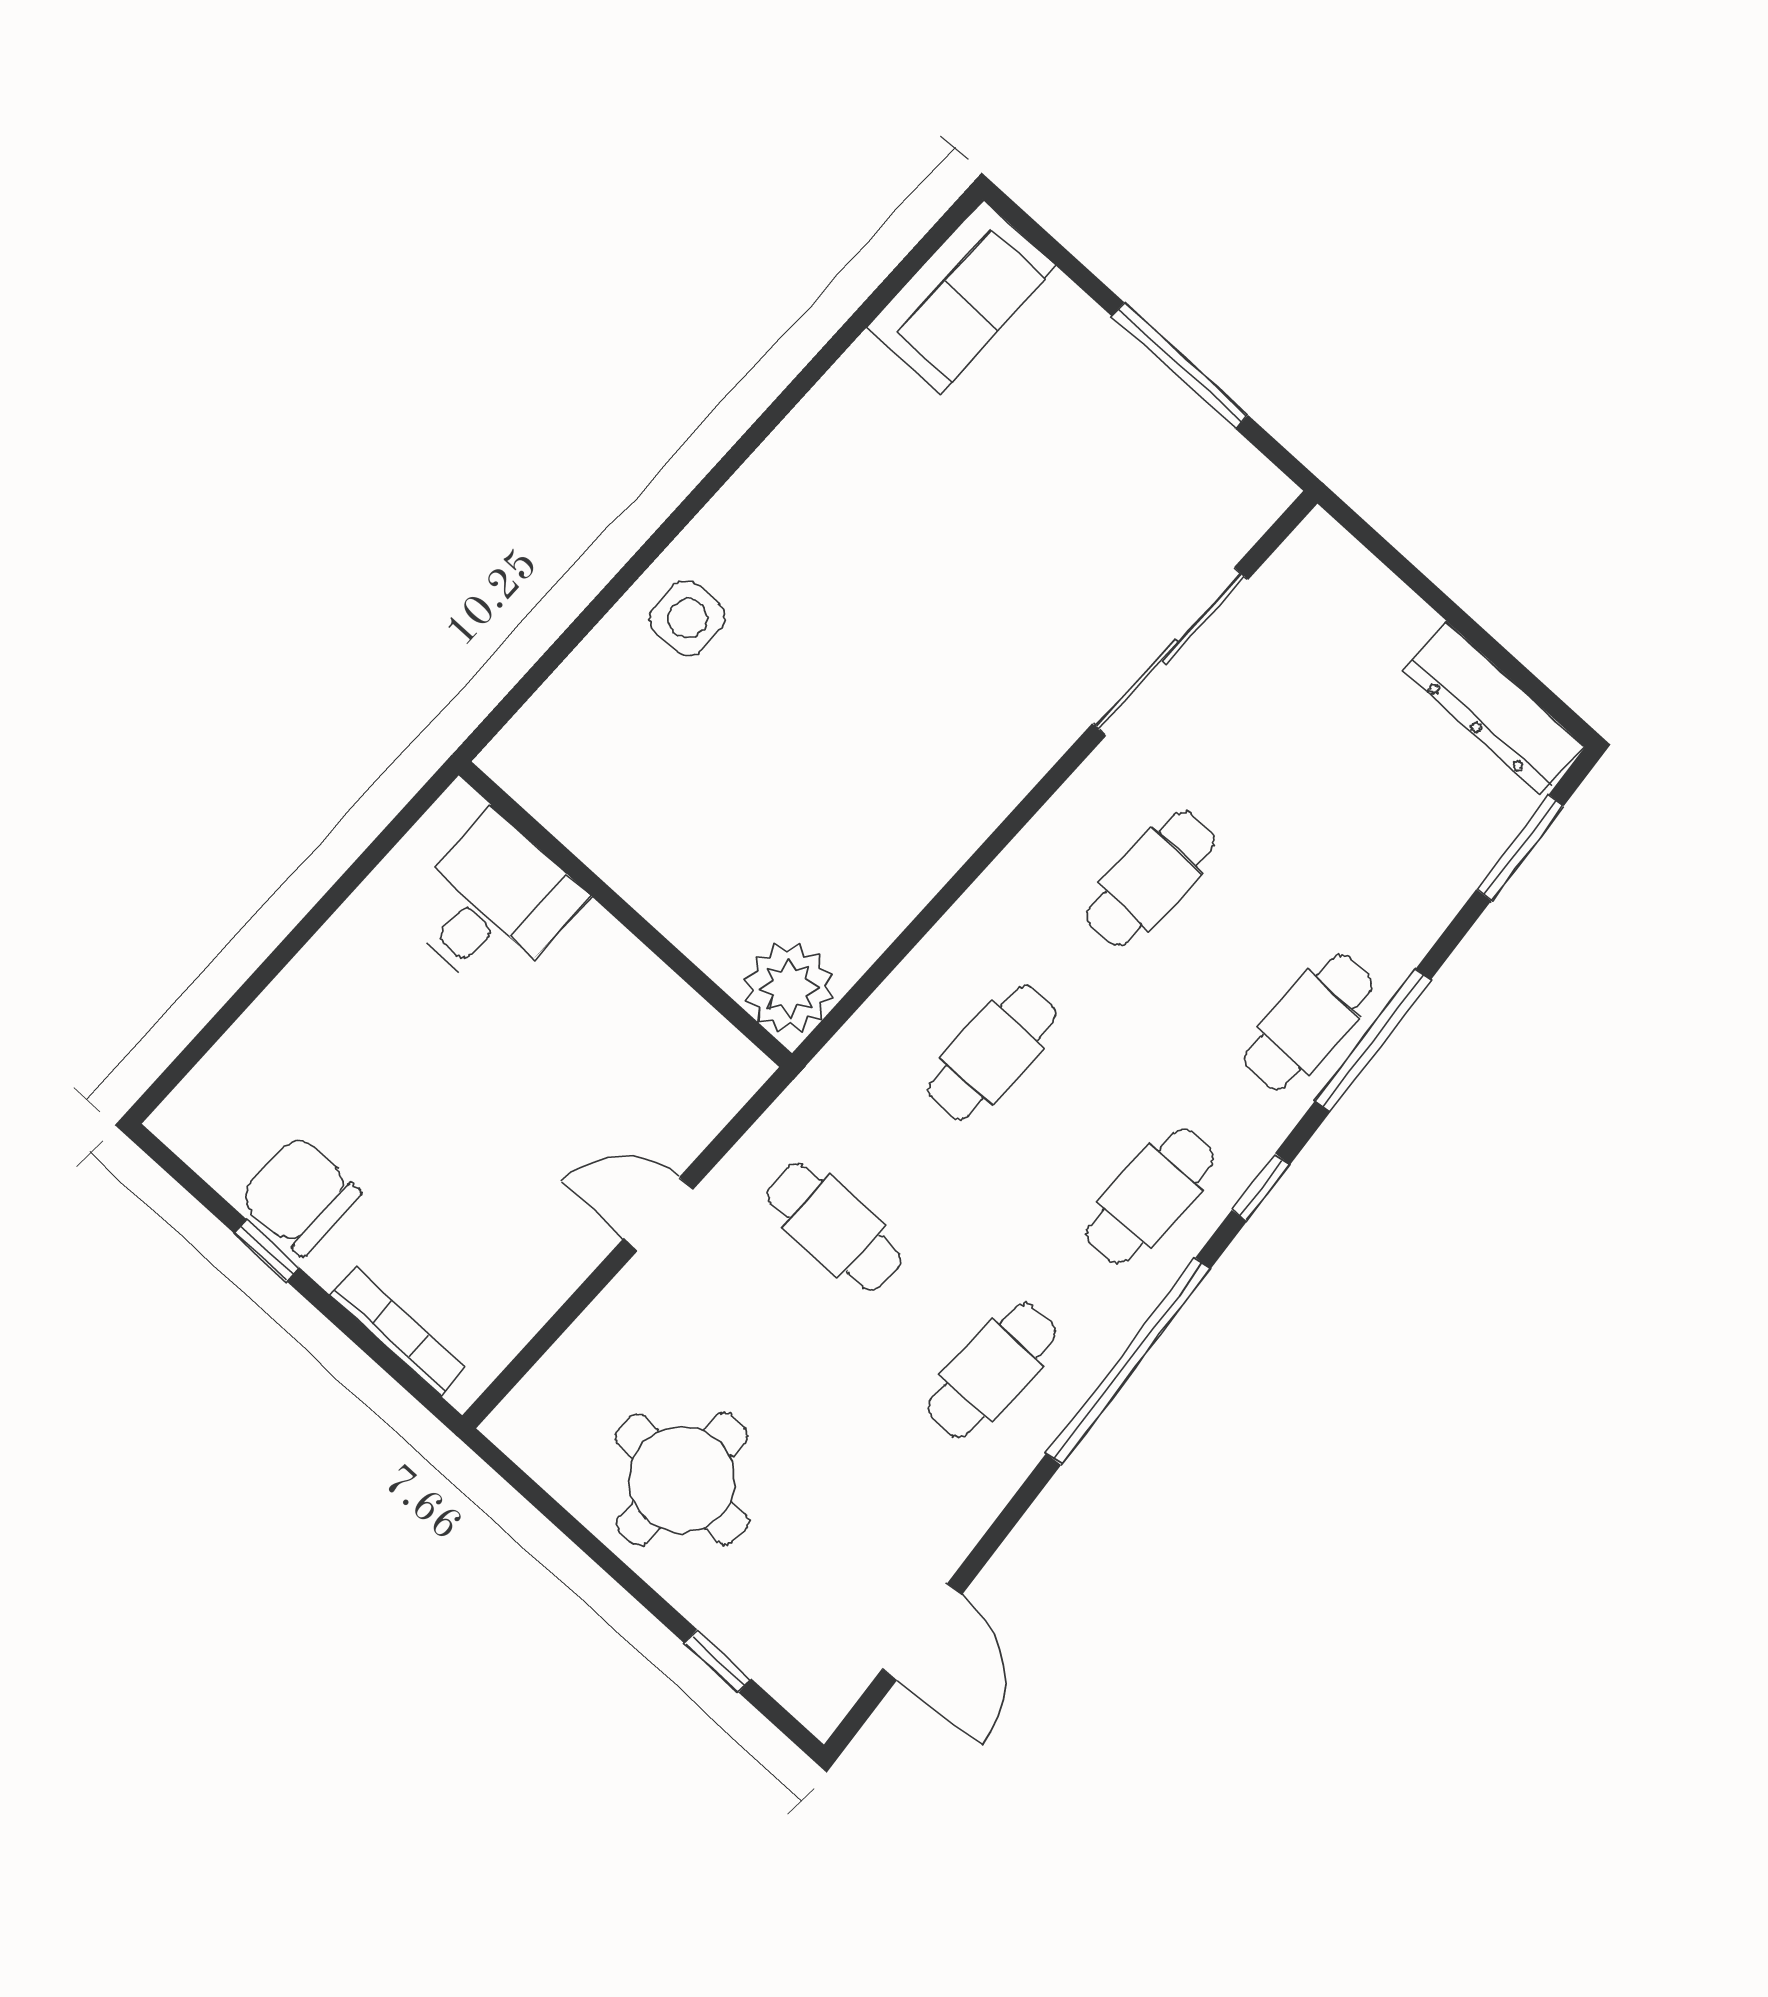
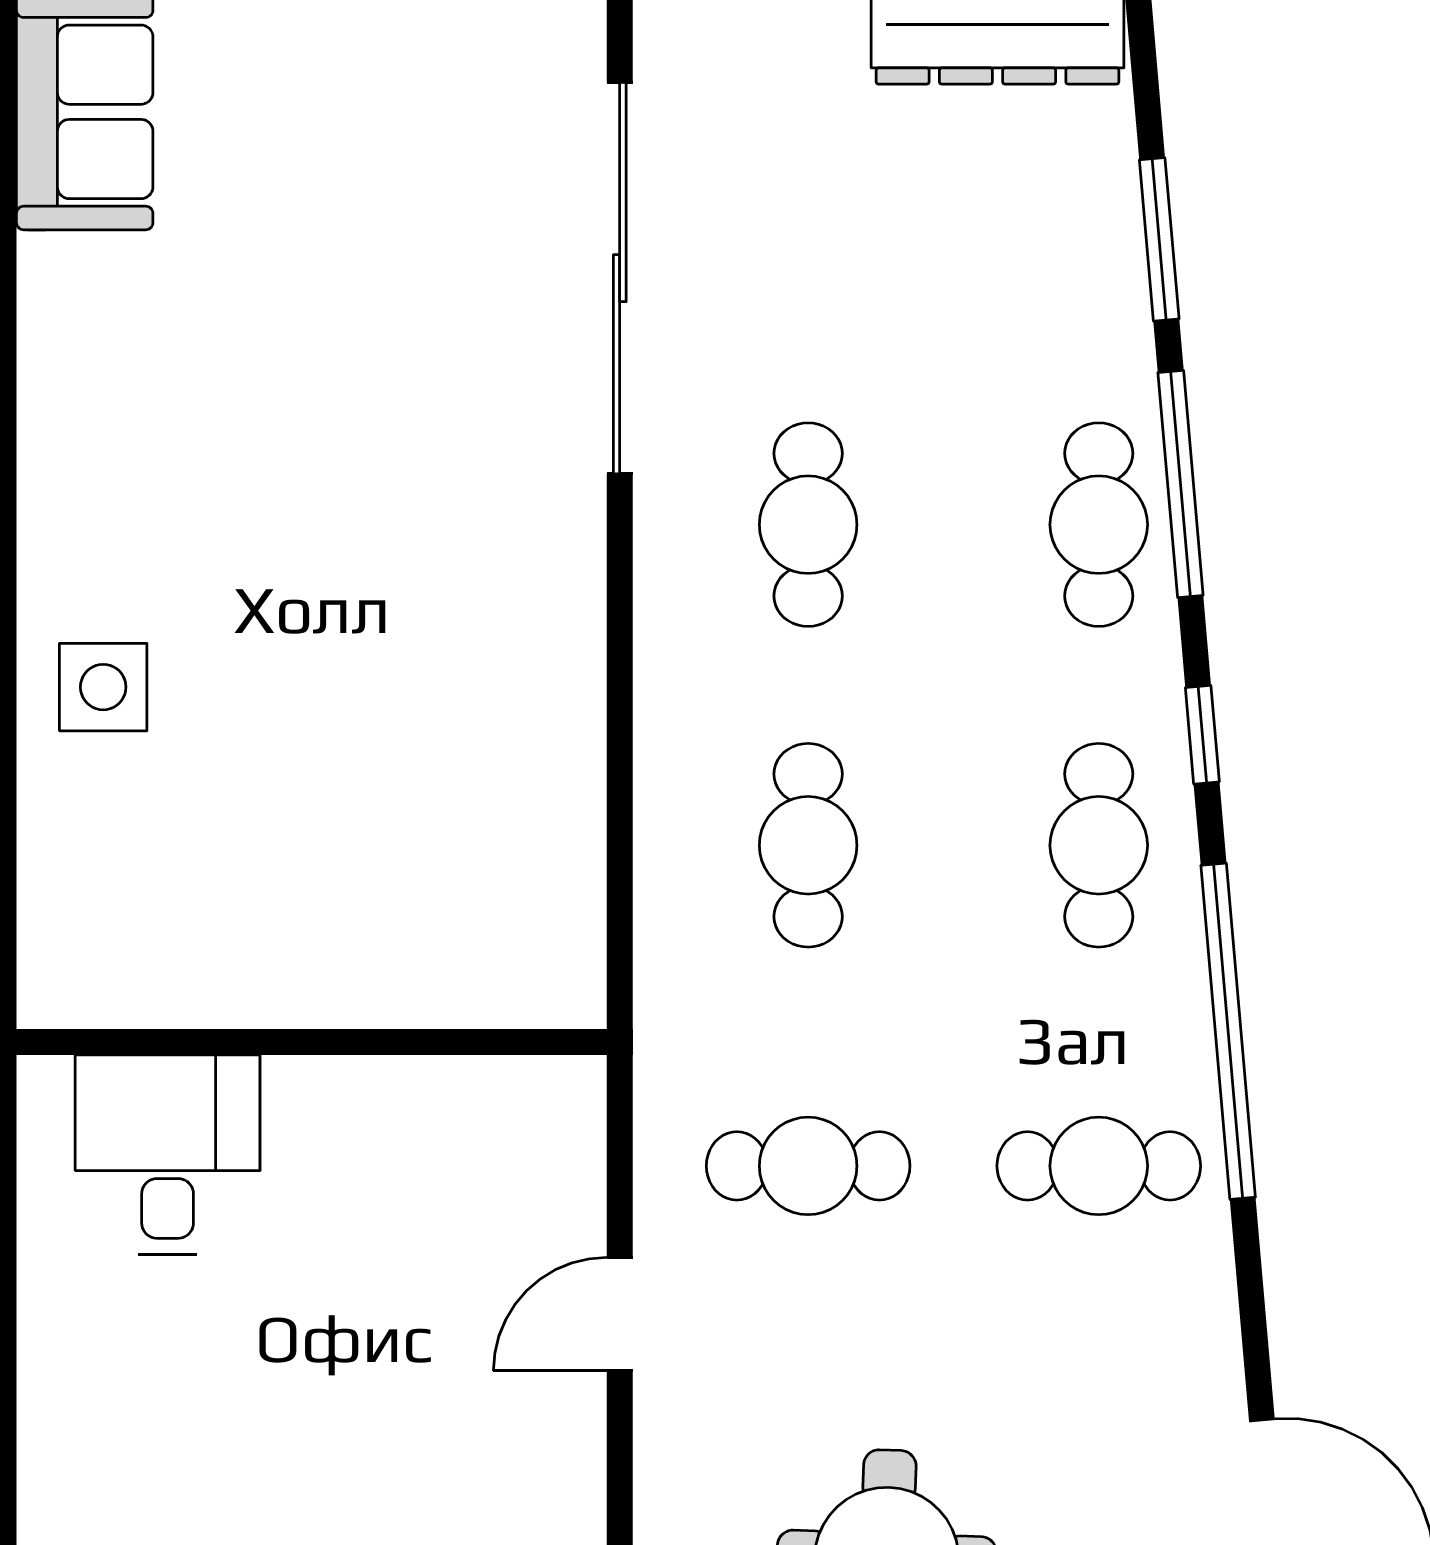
sliding door: (1170, 652) -> (620, 278), width x1.36
window: (1520, 848) -> (1159, 239), moved
plant: (789, 988) -> (544, 967), removed
cafe table: (992, 1370) -> (1099, 1166), turned 90

